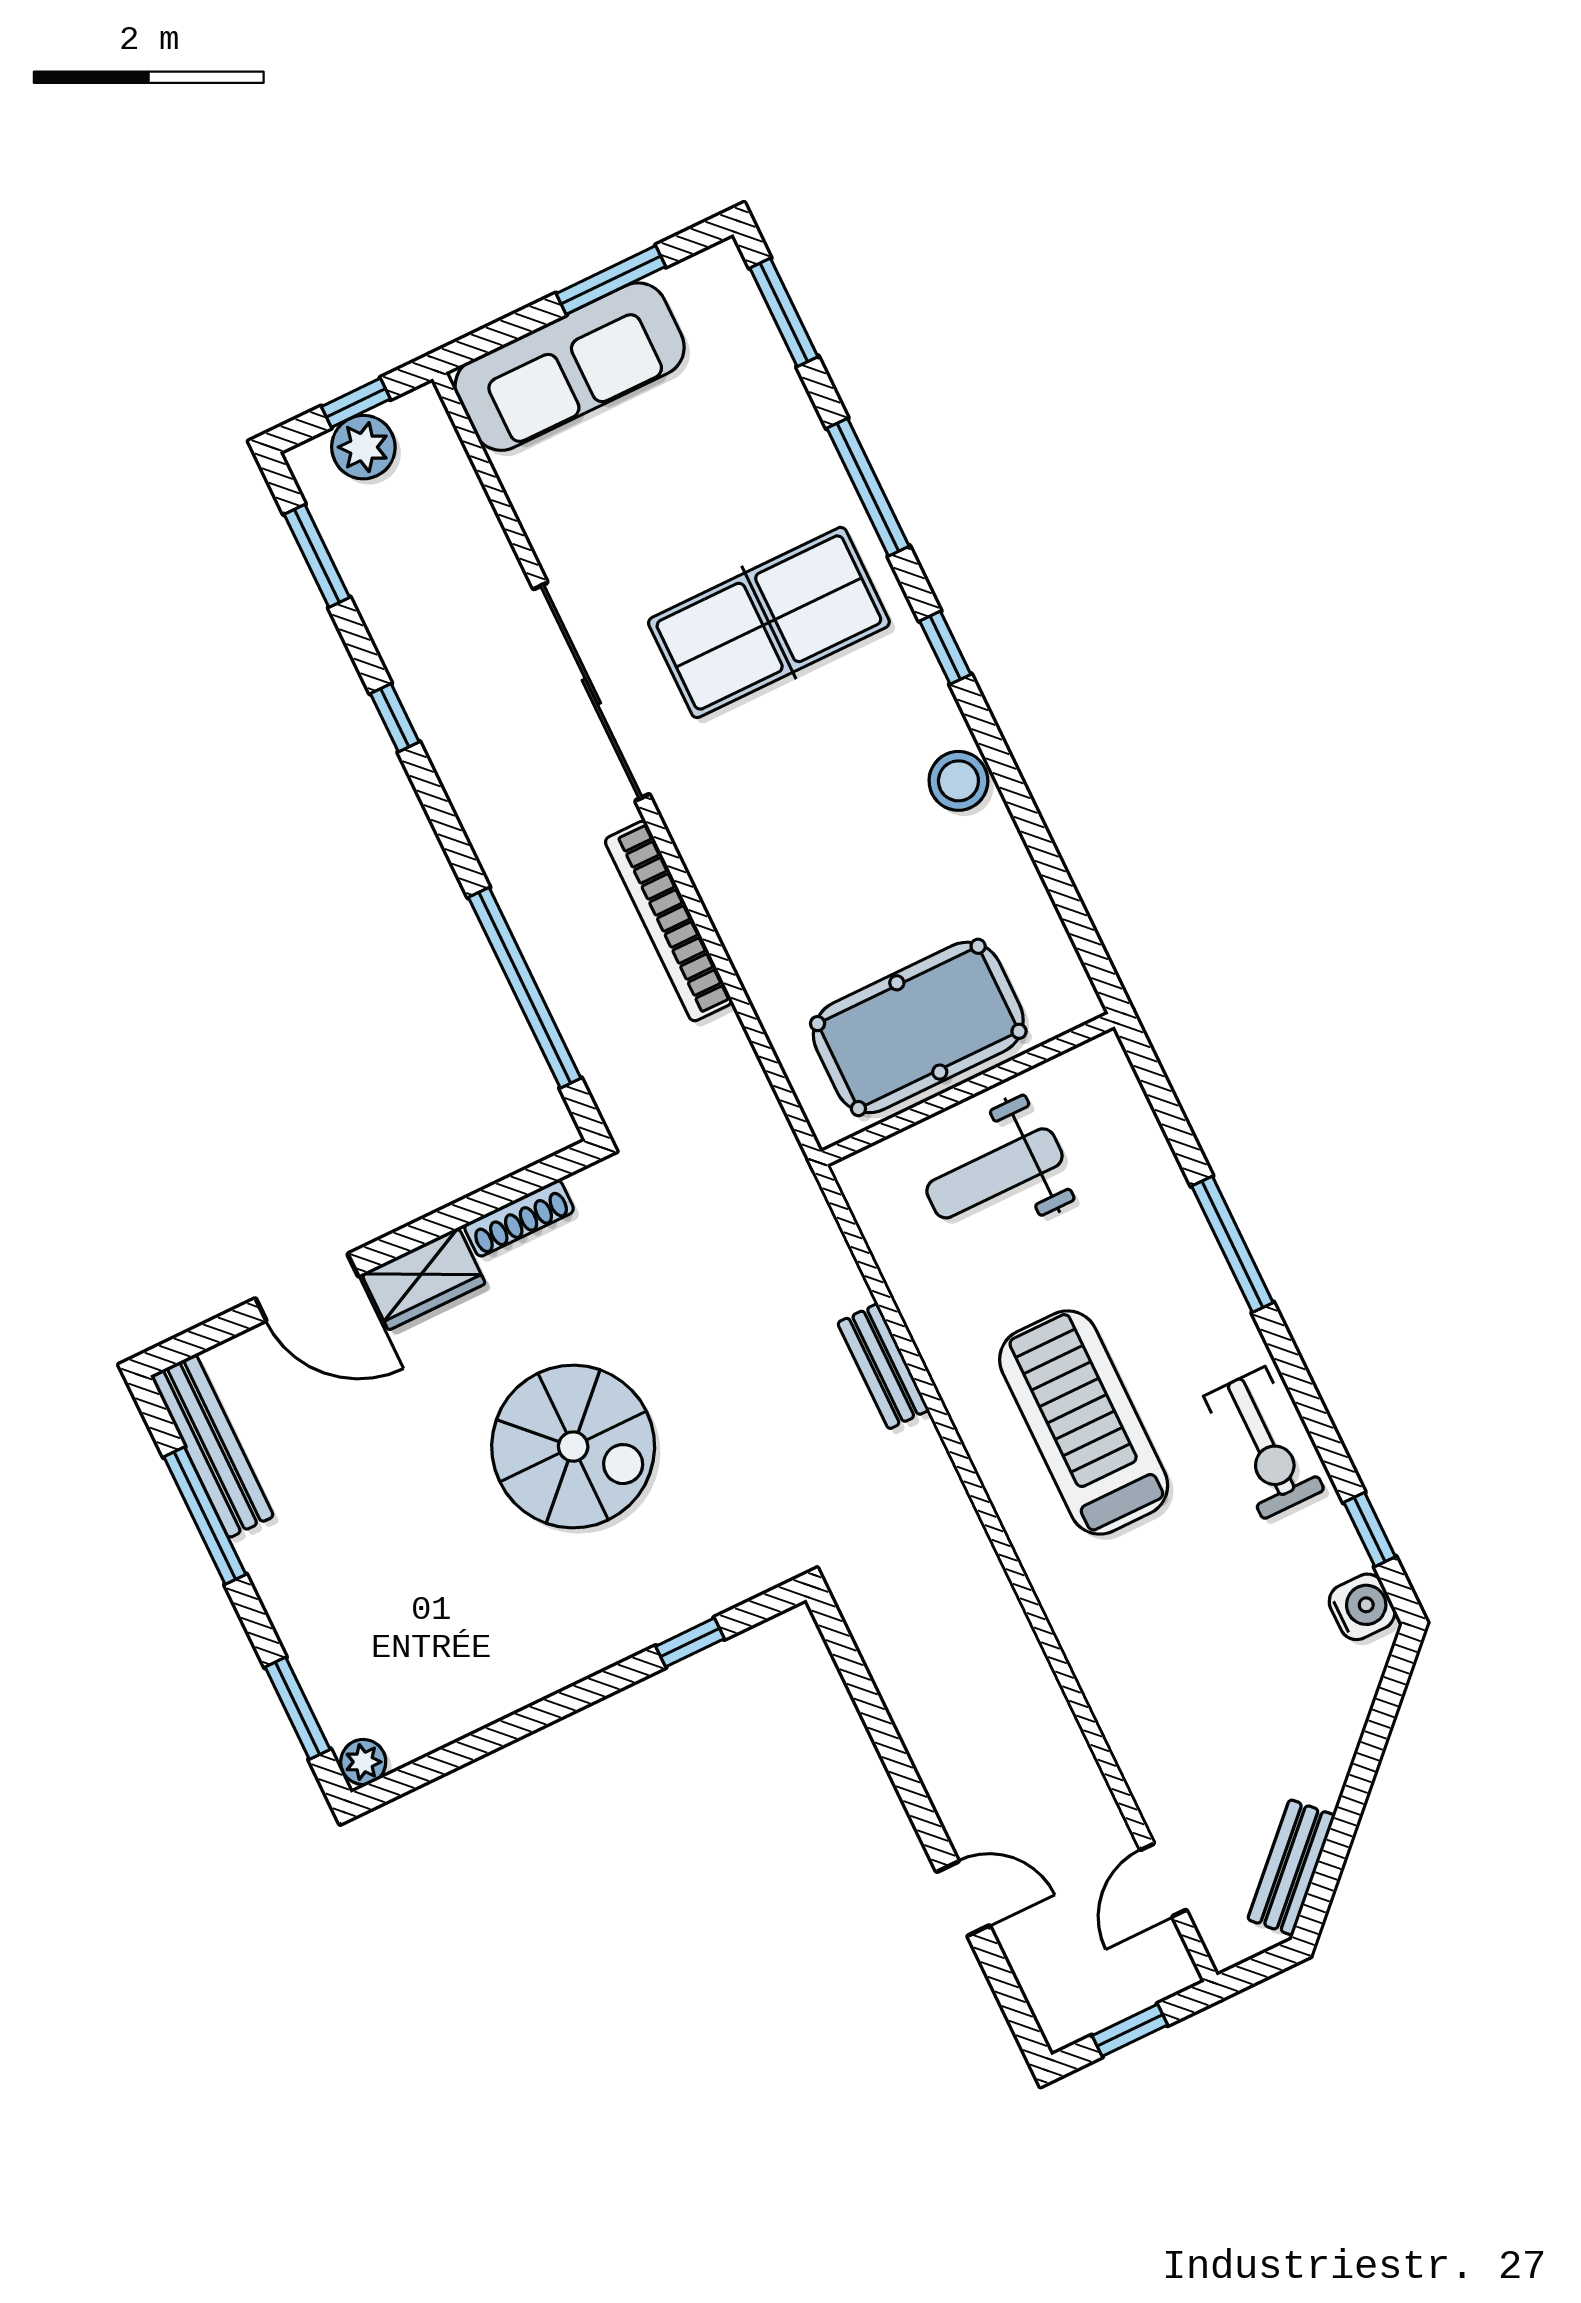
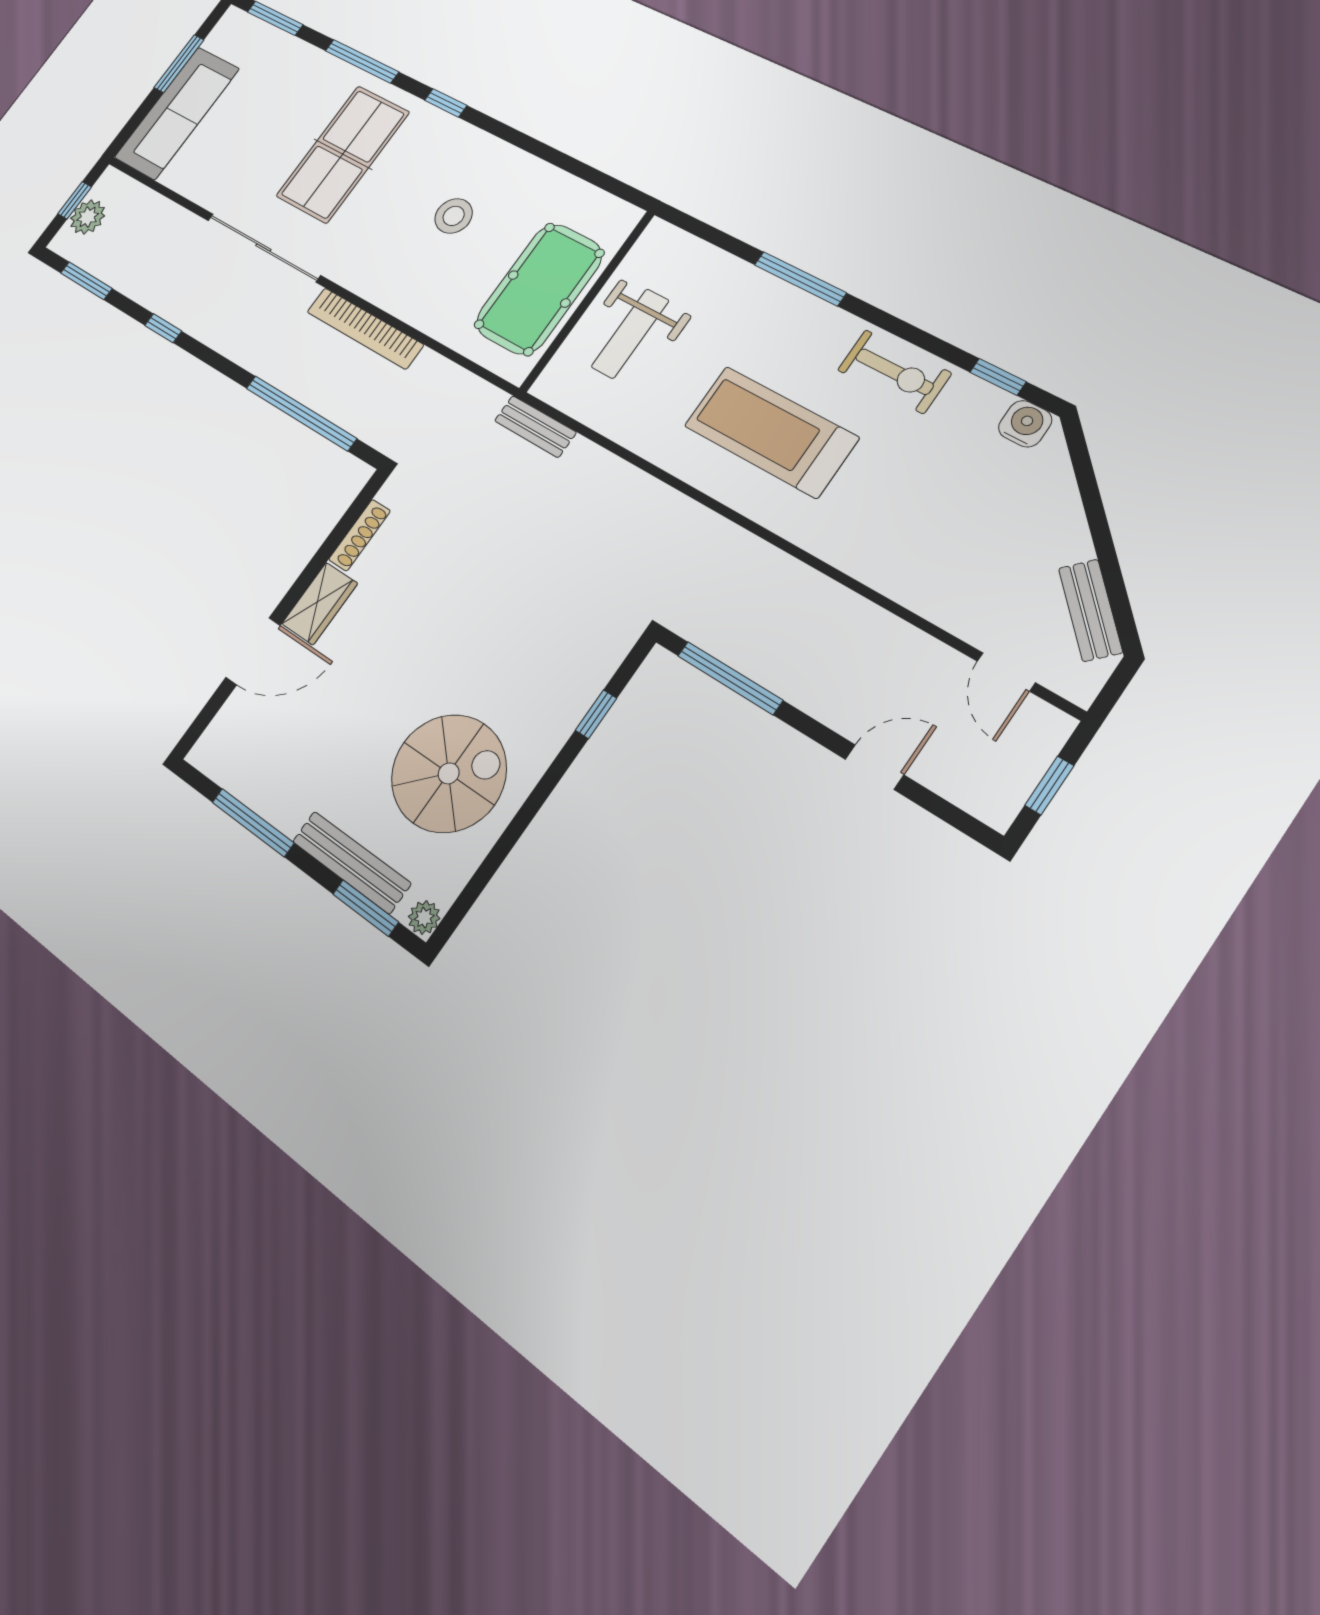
stool: (958, 781) -> (454, 216), moved
bench: (883, 1366) -> (535, 427), moved
bench: (212, 1446) -> (351, 862), moved
spiral stairs: (573, 1447) -> (449, 773), moved
window: (866, 1697) -> (730, 678), added

